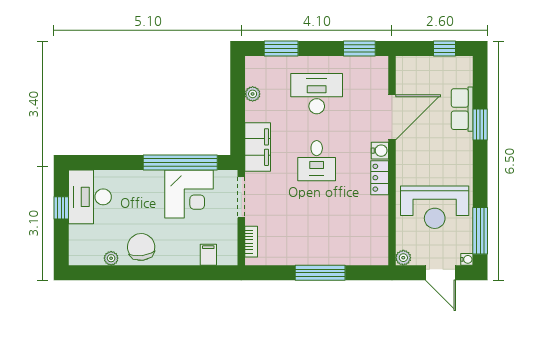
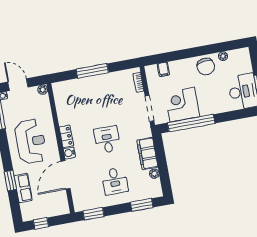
desk: (317, 94) -> (115, 181), width x0.73
filing cabinet: (258, 147) -> (147, 154), moved
reception desk: (435, 207) -> (31, 141), moved, turned 90

